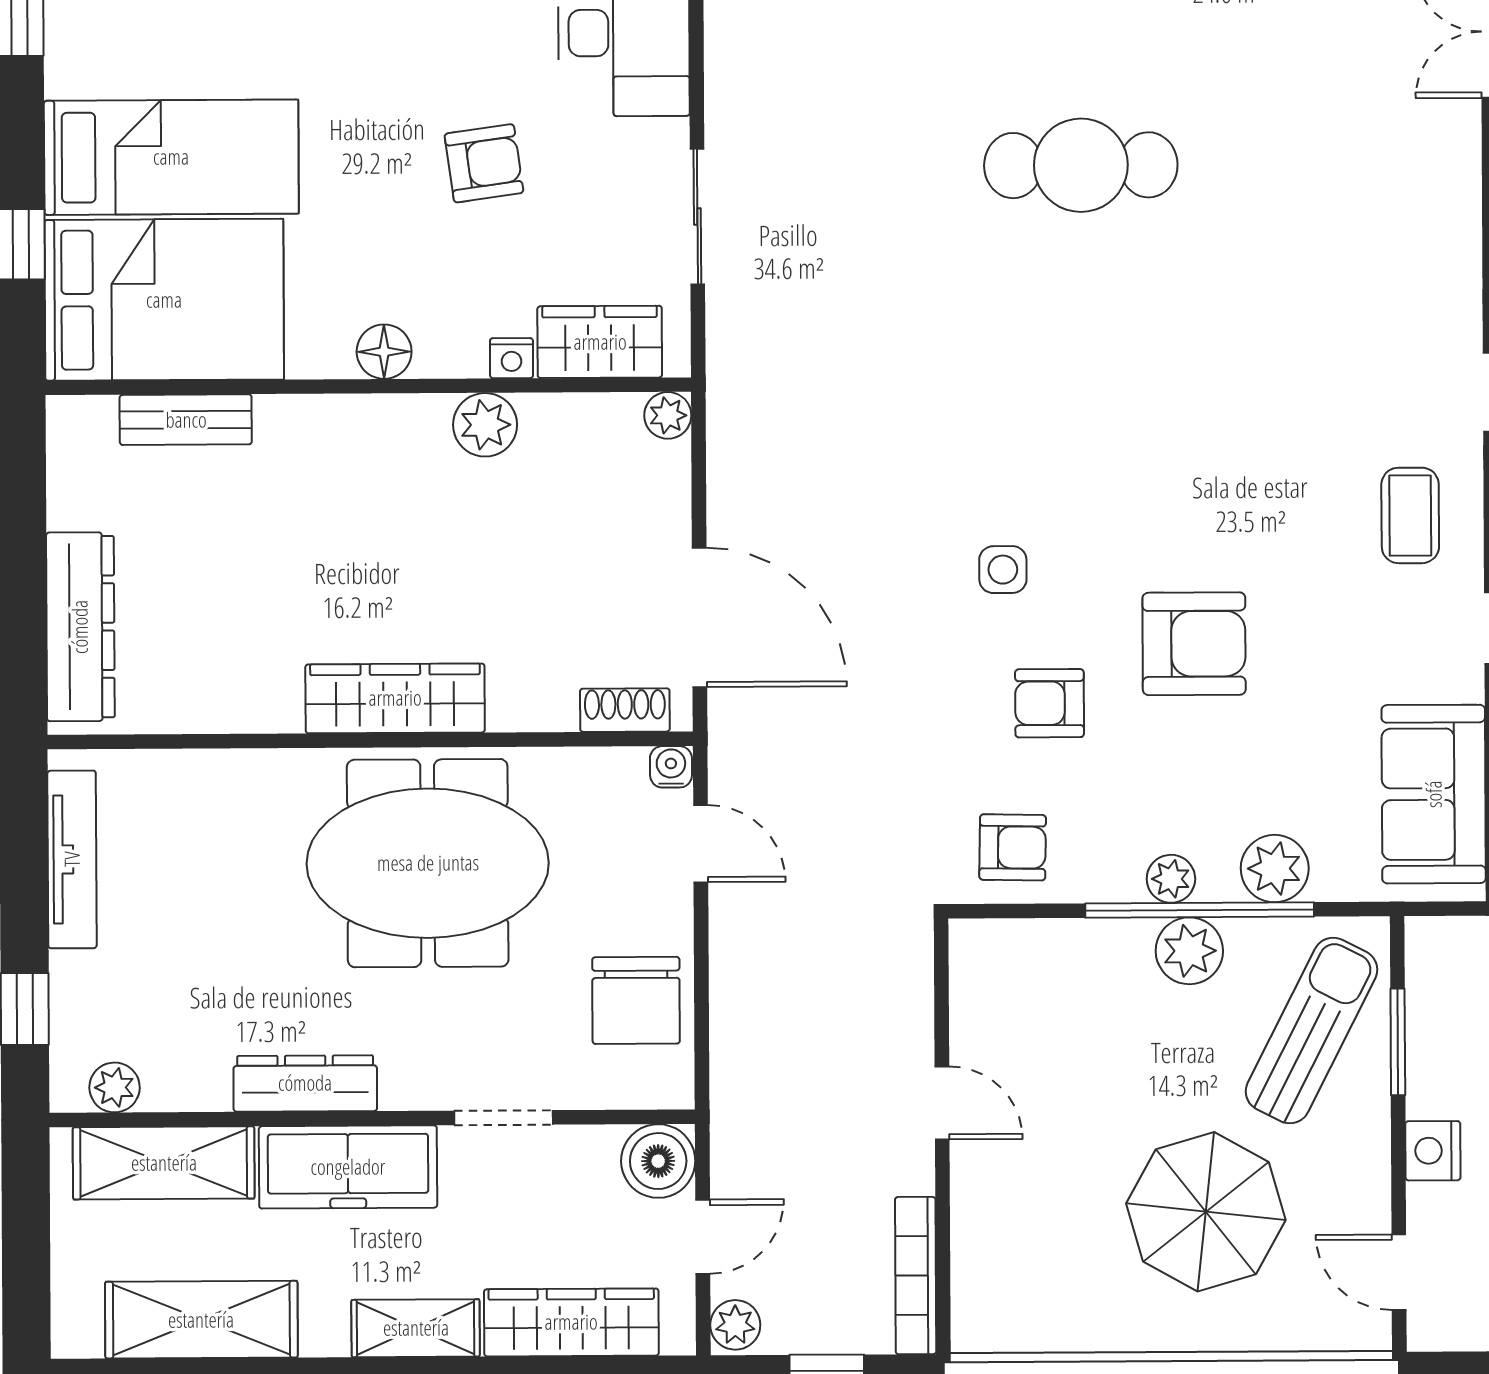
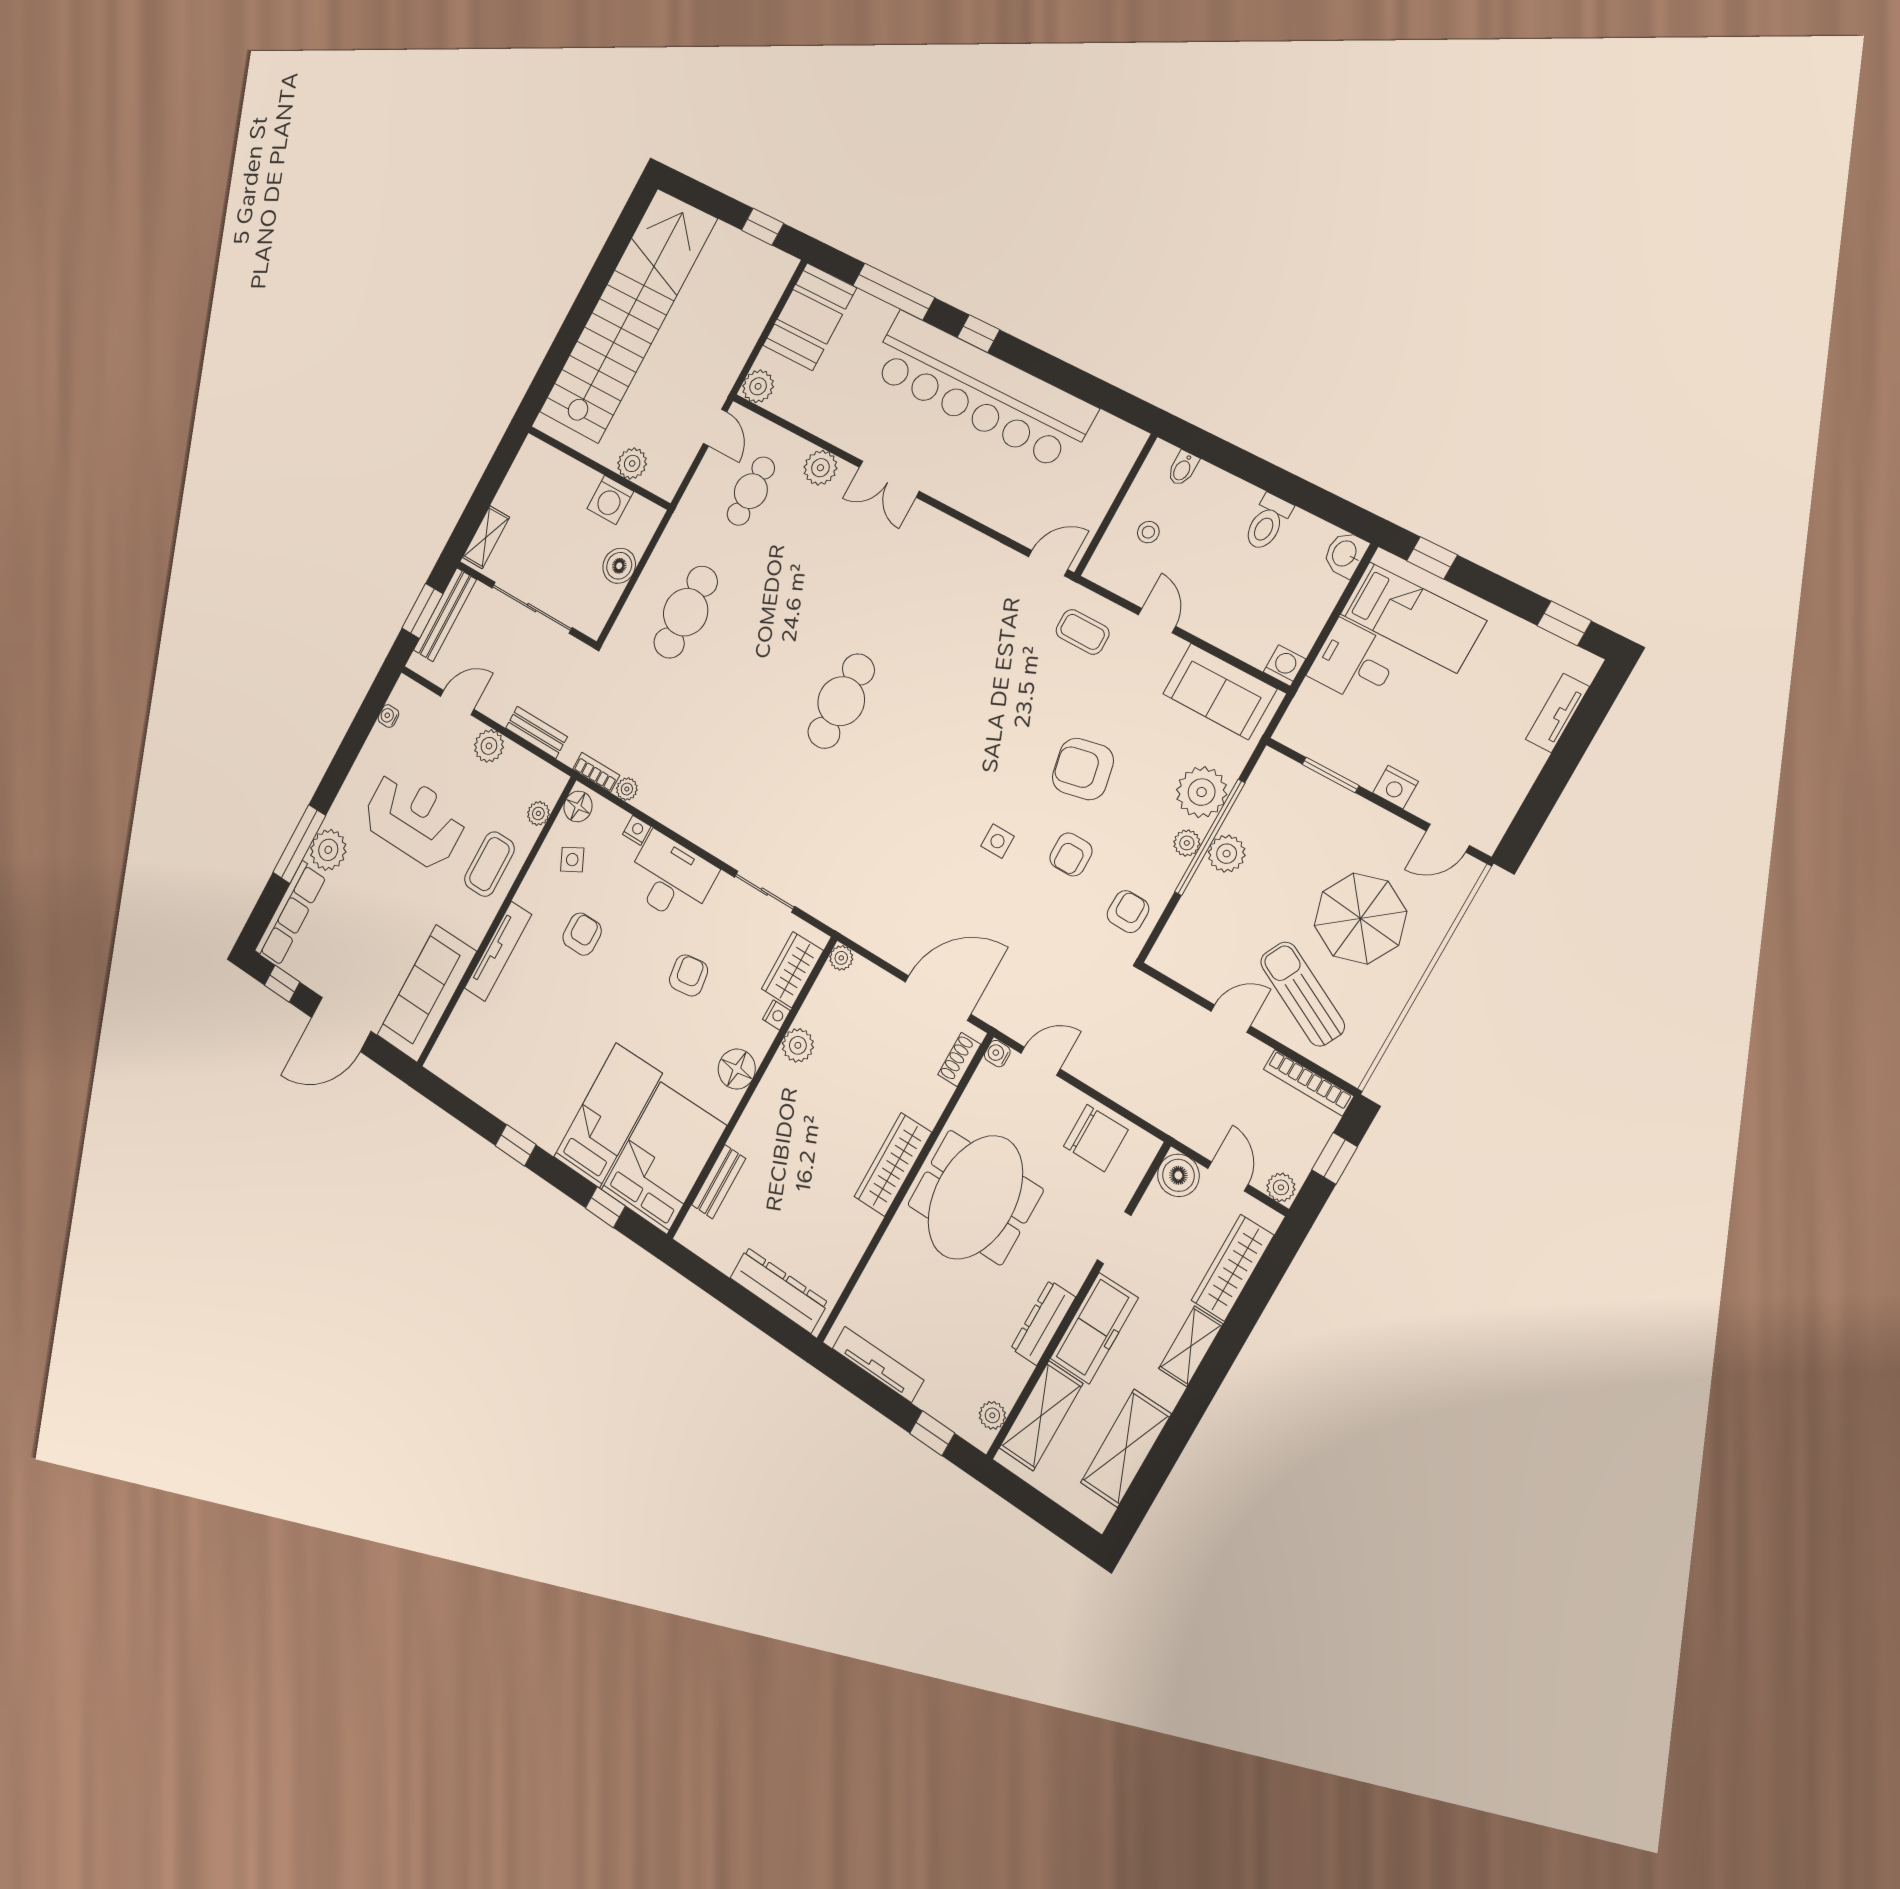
floor lamp: (384, 352) -> (737, 1069), width x1.38, depth x1.38
armchair: (1194, 644) -> (1083, 769), turned -102
plant: (1275, 869) -> (1202, 792), width x1.36, depth x1.36
sun lounger: (1311, 1031) -> (1302, 994), moved

